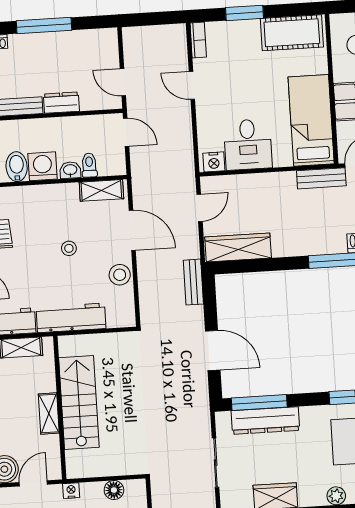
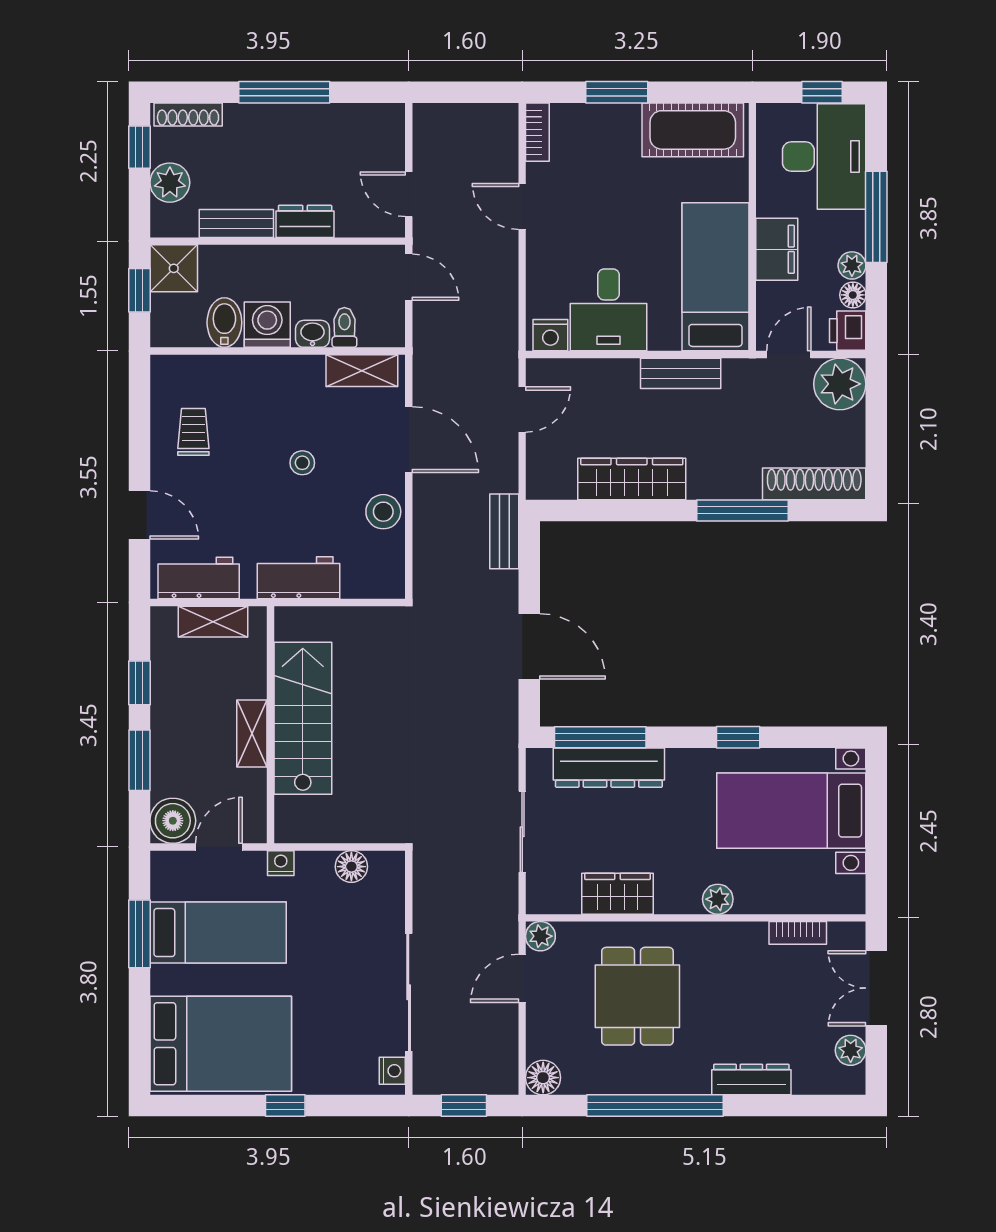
bench: (321, 178) -> (681, 373), moved
wardrobe: (238, 248) -> (632, 479), moved
workbench: (71, 318) -> (298, 578), width x0.73

